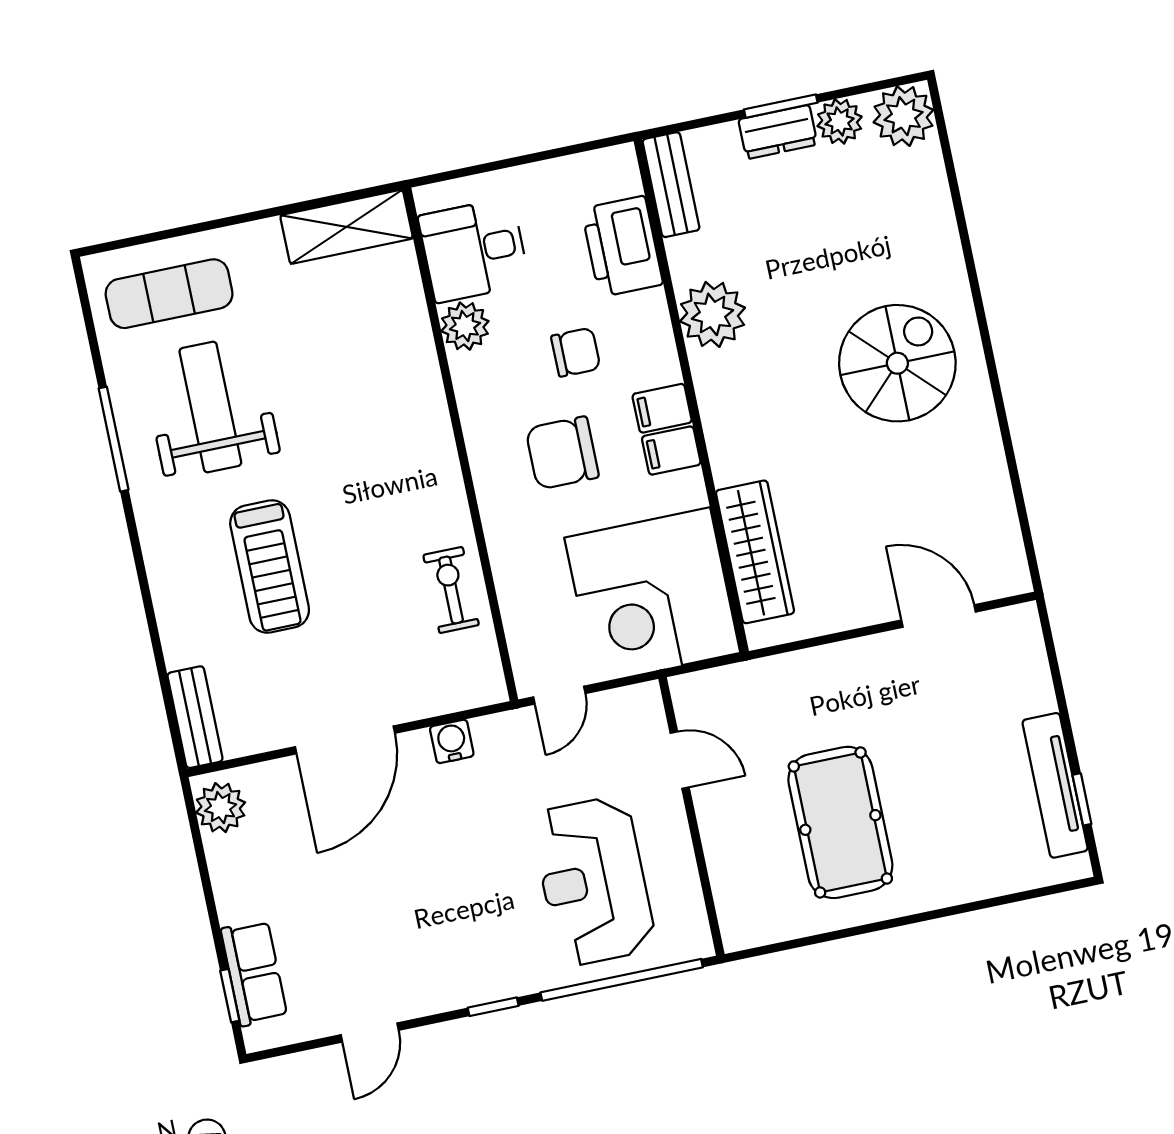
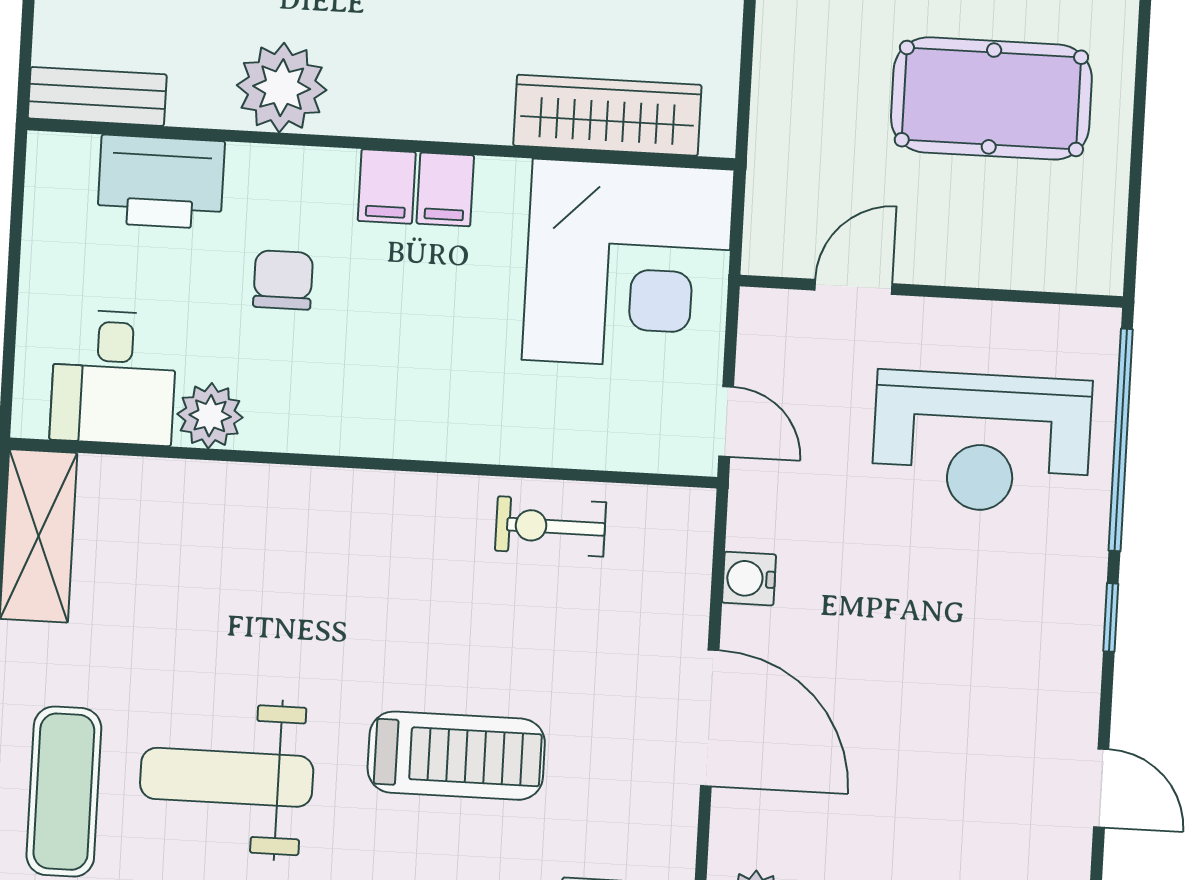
chair: (562, 453) -> (410, 333), removed

